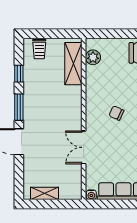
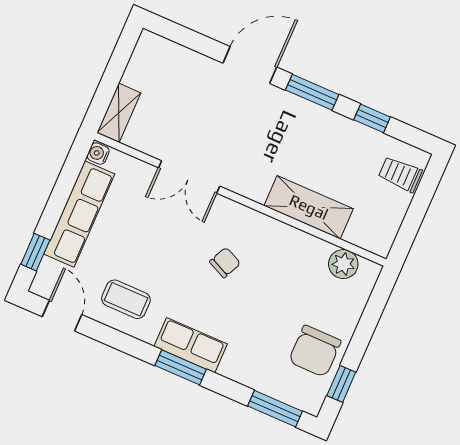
shelving: (73, 64) -> (309, 207), moved
double door: (84, 147) -> (189, 177), swing flipped
shelving: (44, 193) -> (119, 113), moved

